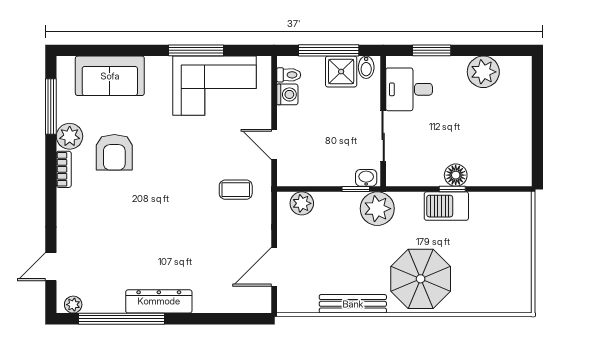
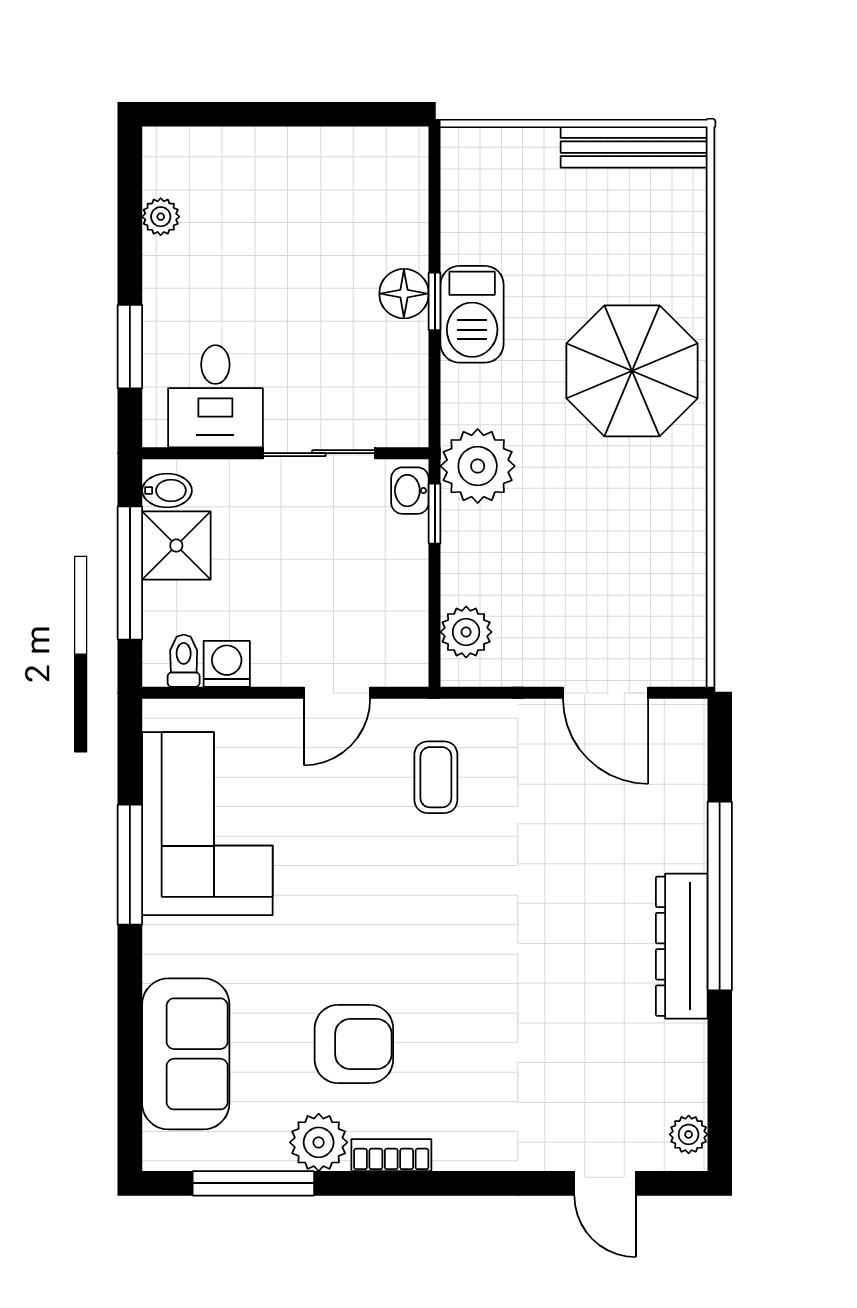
plant: (483, 72) -> (161, 217), width x0.53, depth x0.53
bench: (353, 304) -> (634, 147), moved, turned 90
window: (122, 319) -> (720, 896), moved

